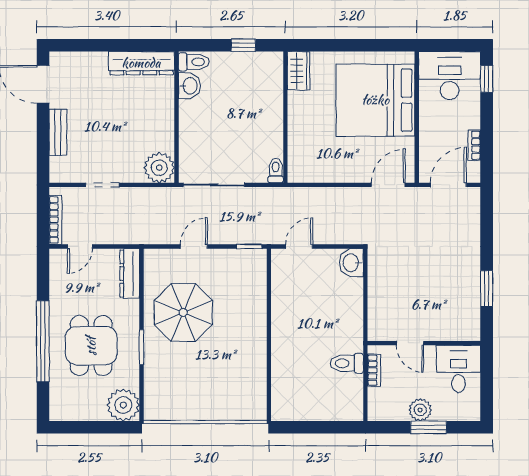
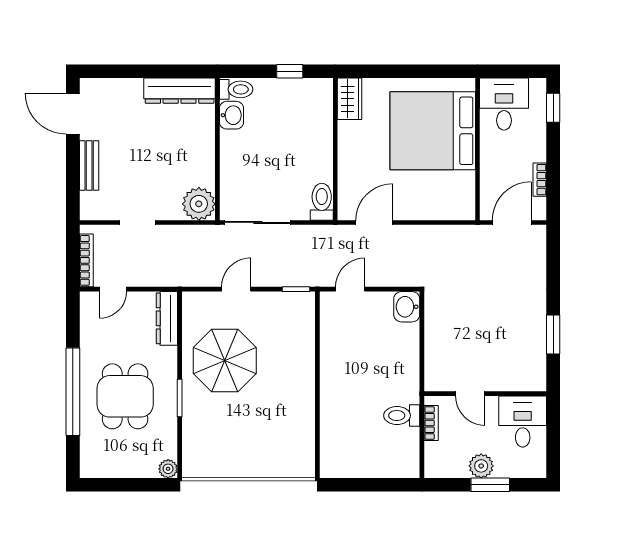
desk: (450, 76) -> (504, 104), width x0.73
toilet: (276, 170) -> (322, 202), width x1.37, depth x1.39
door: (388, 185) -> (374, 222), moved
plant: (123, 405) -> (168, 469), width x0.53, depth x0.53

